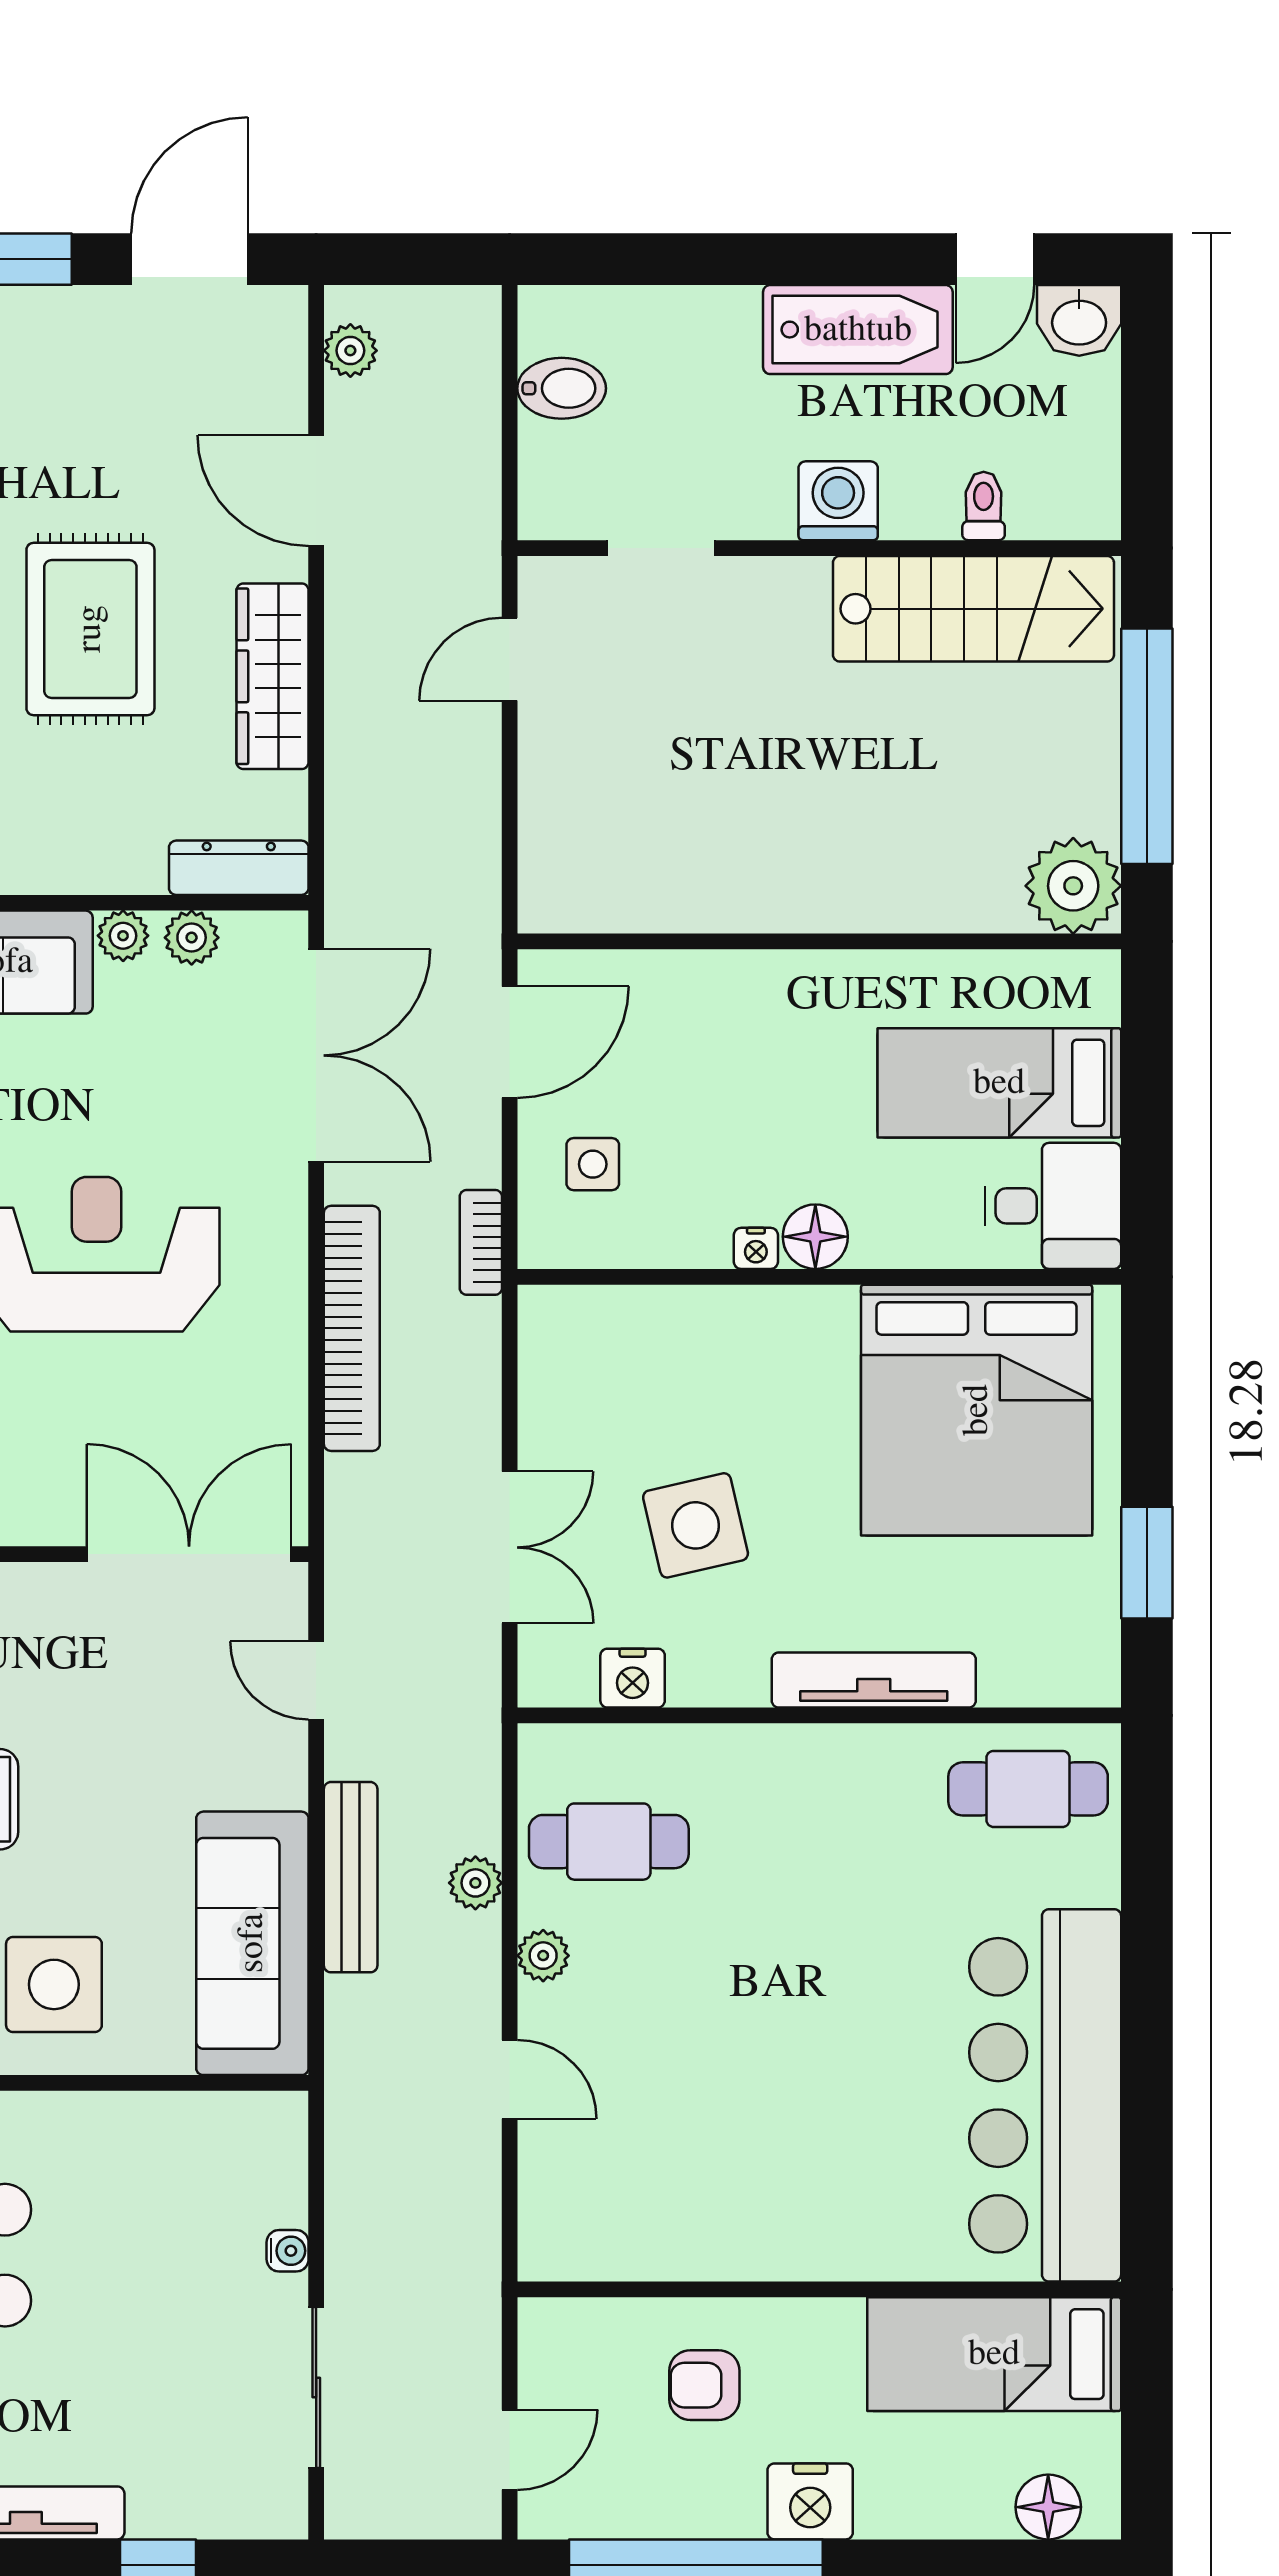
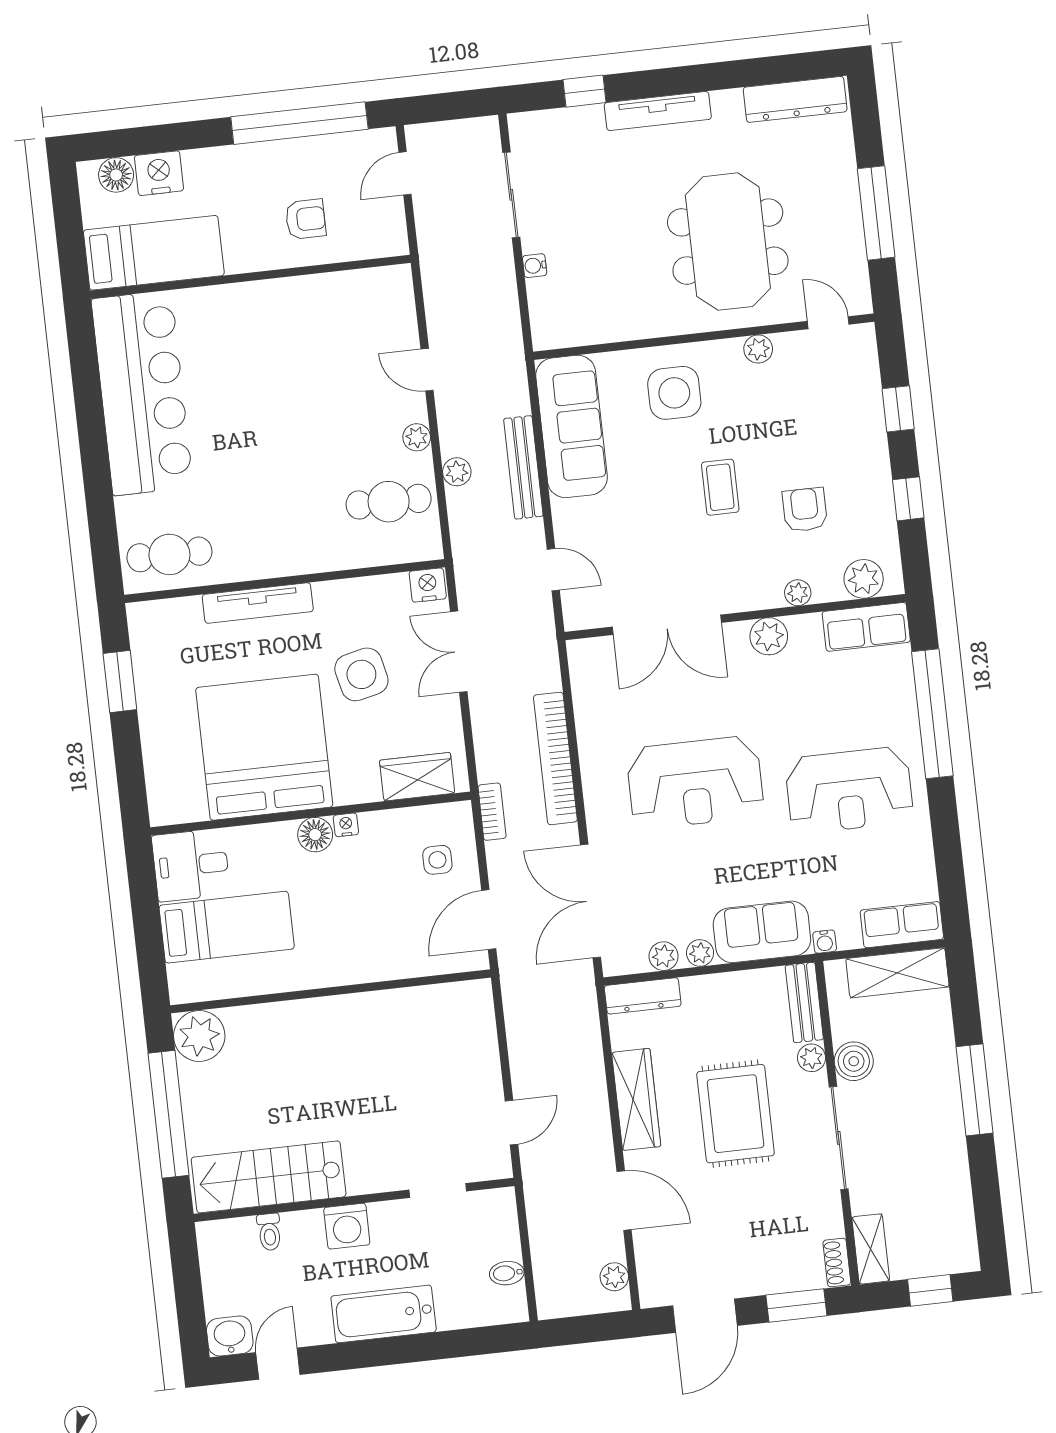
bathtub: (858, 330) -> (384, 1314), moved
bidet: (562, 388) -> (507, 1273), width x0.72, depth x0.74
wardrobe: (613, 1323) -> (417, 777), added
bed: (977, 1410) -> (264, 747), moved
double door: (189, 1554) -> (667, 625), moved
nightstand: (633, 1678) -> (428, 585), moved
nightstand: (810, 2501) -> (159, 173), moved

